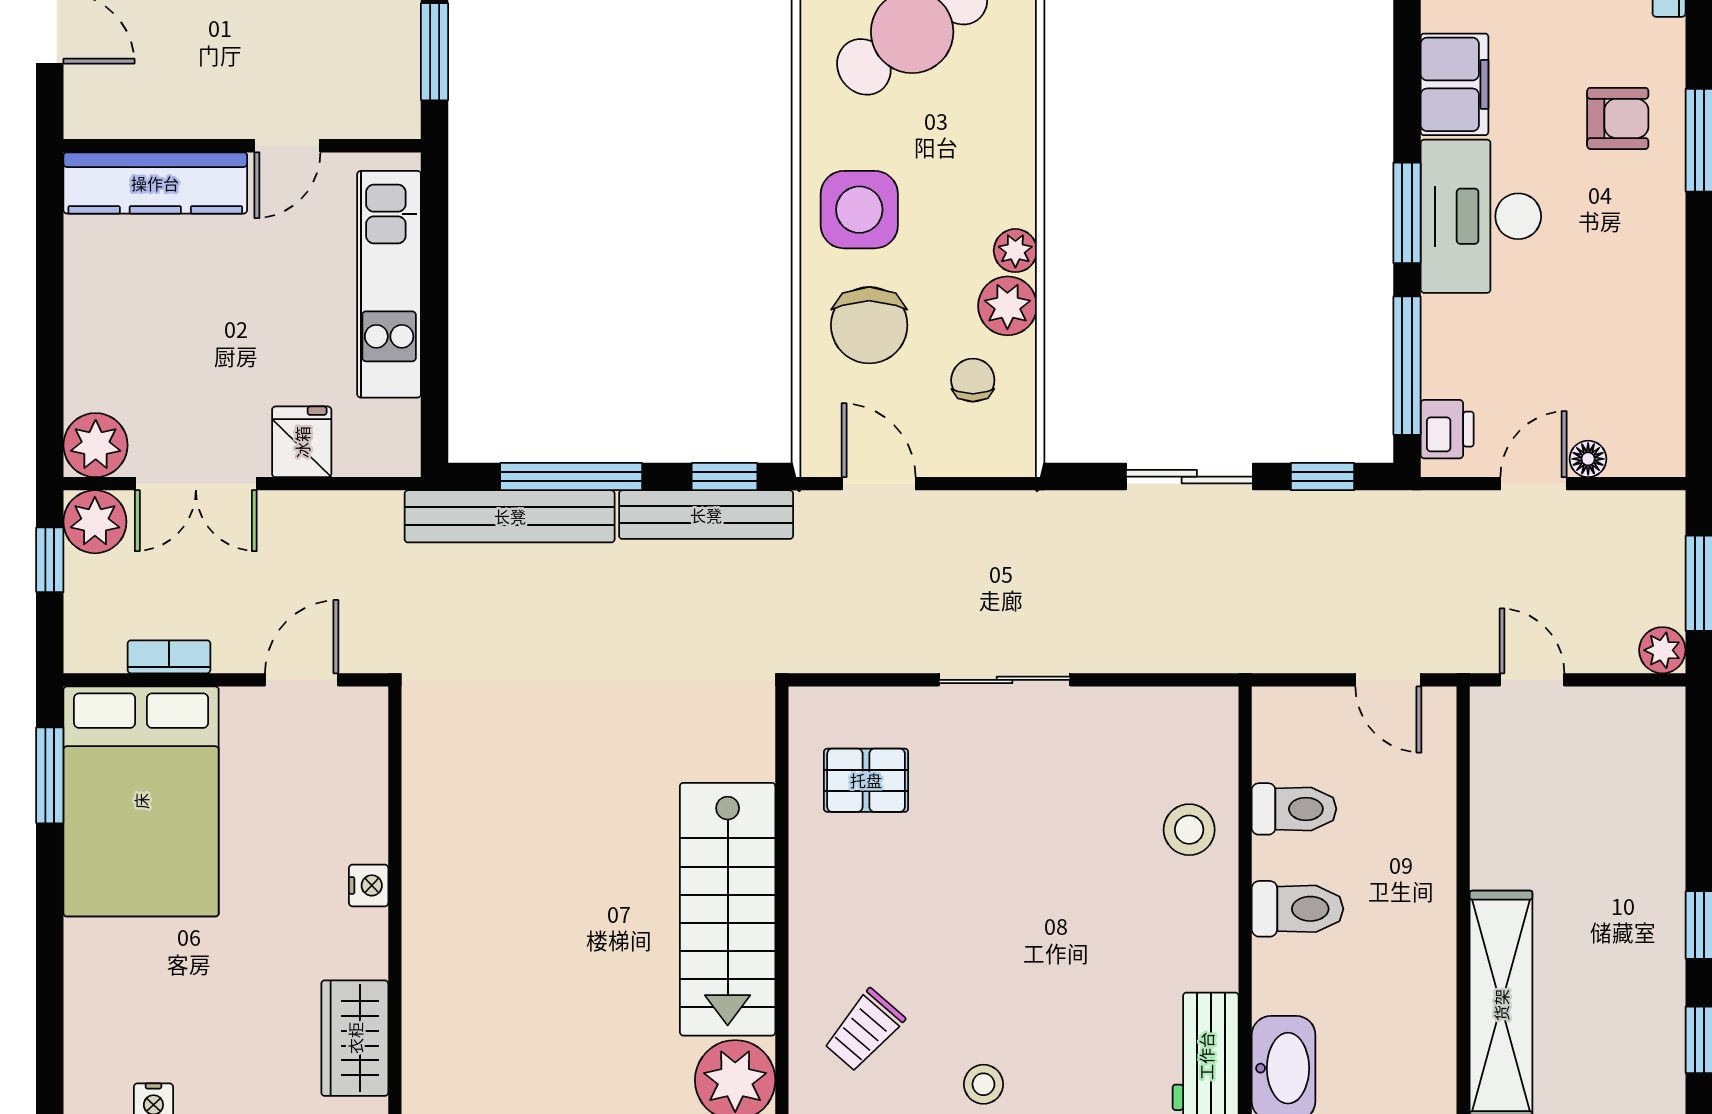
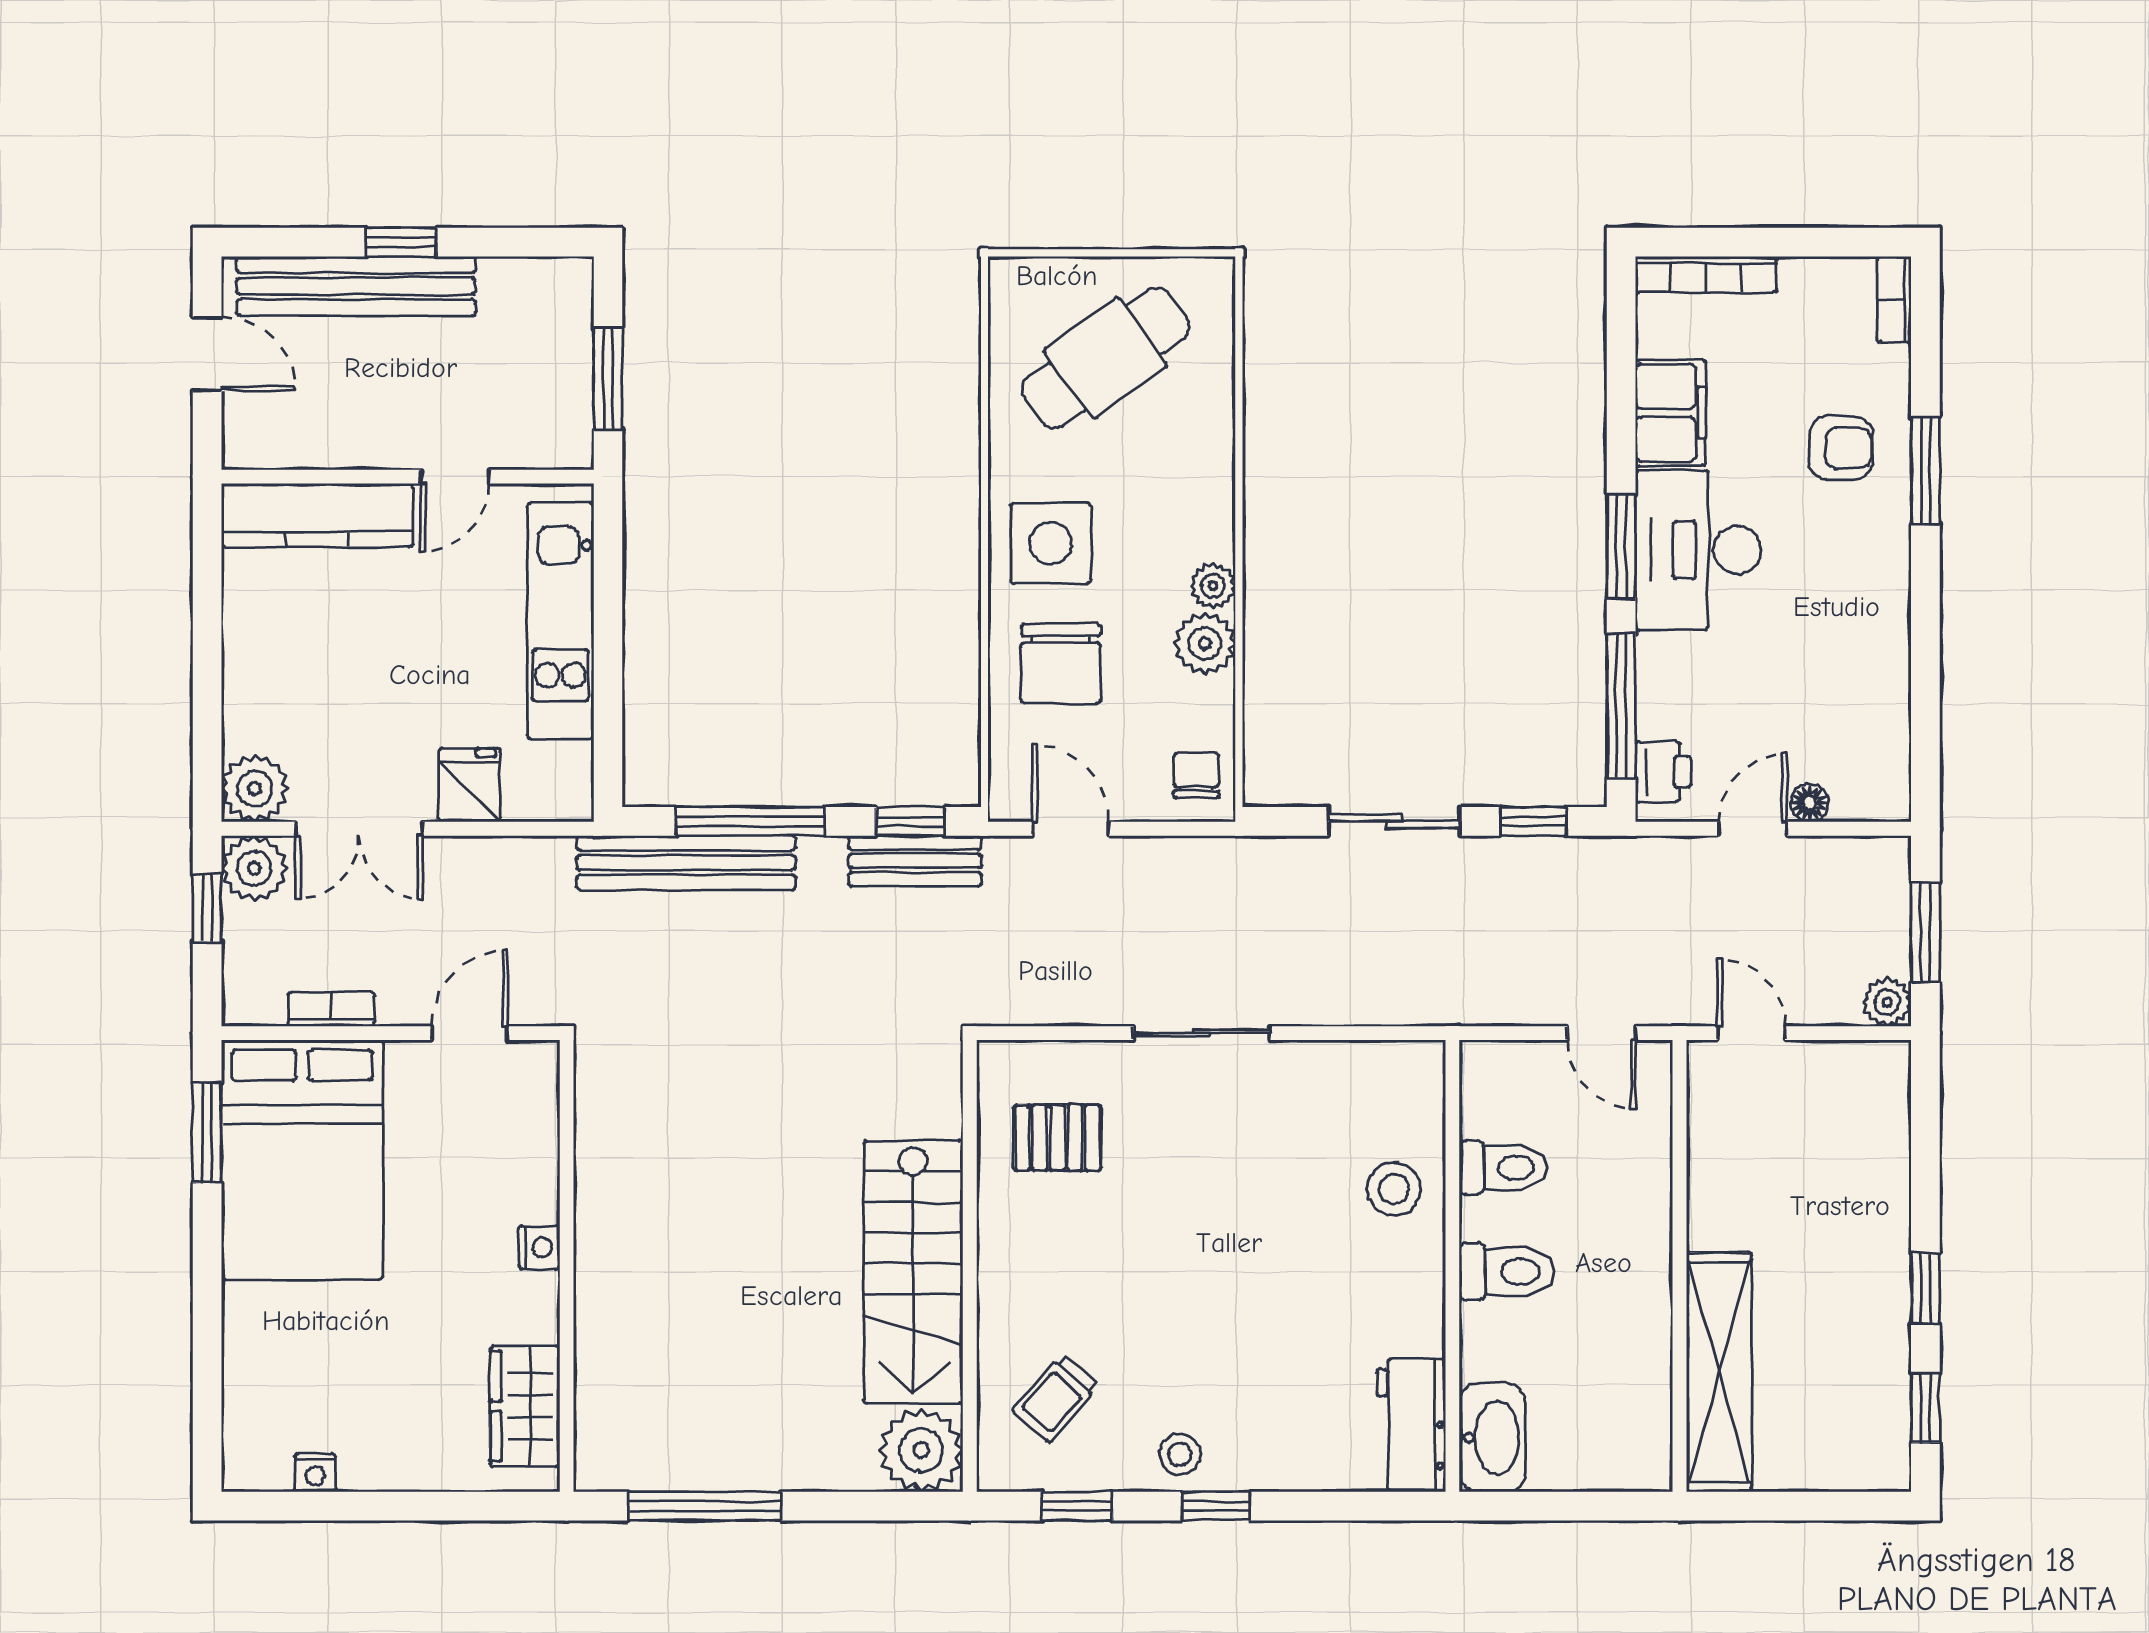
chair: (973, 380) -> (1196, 775), moved
bench: (706, 515) -> (915, 861), width x0.73

